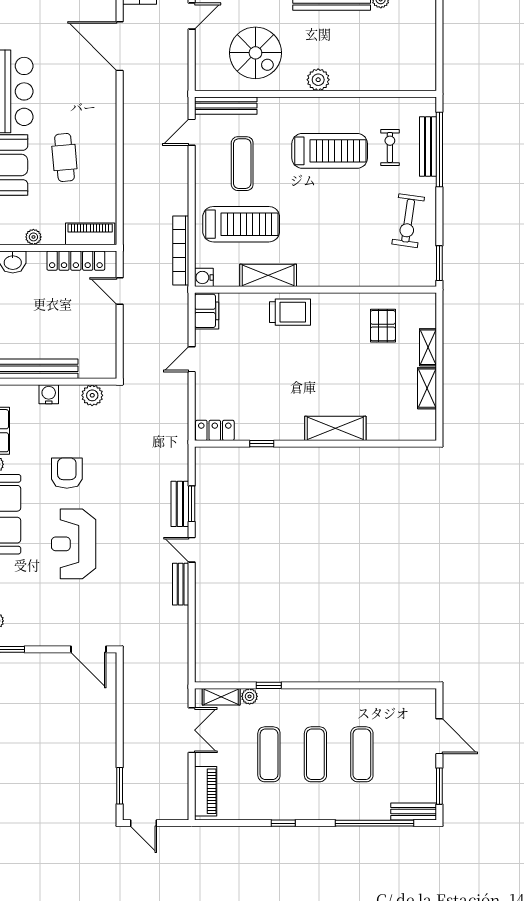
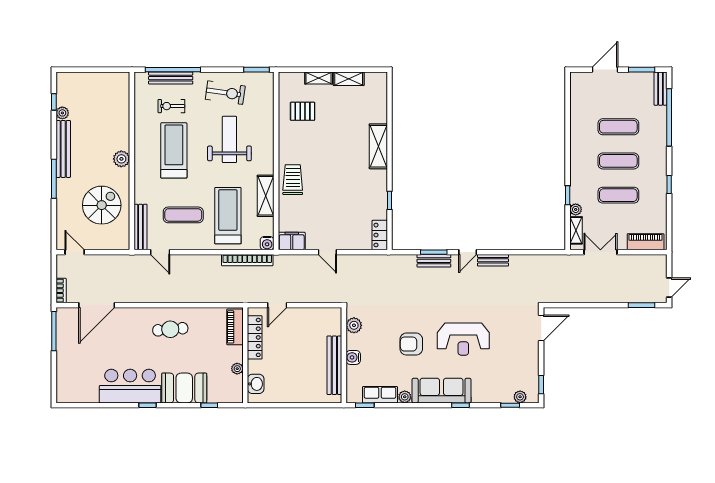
cafe table: (64, 157) -> (170, 329), moved
weight bench: (345, 226) -> (229, 139), added

